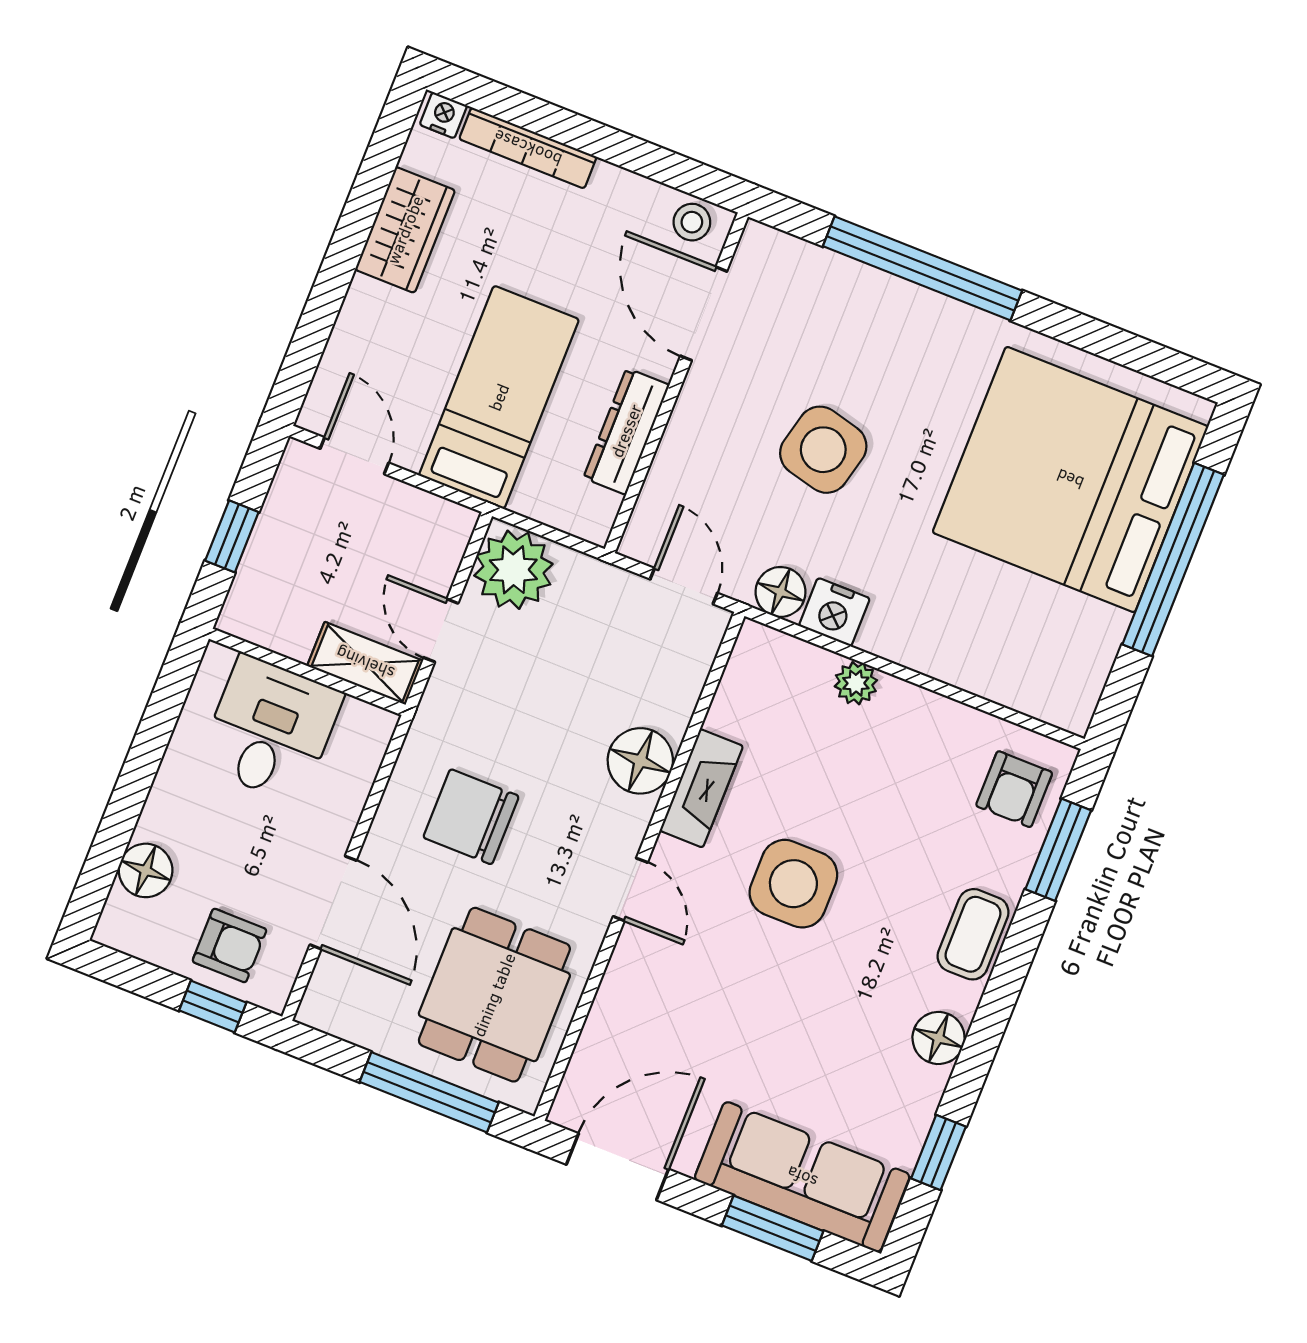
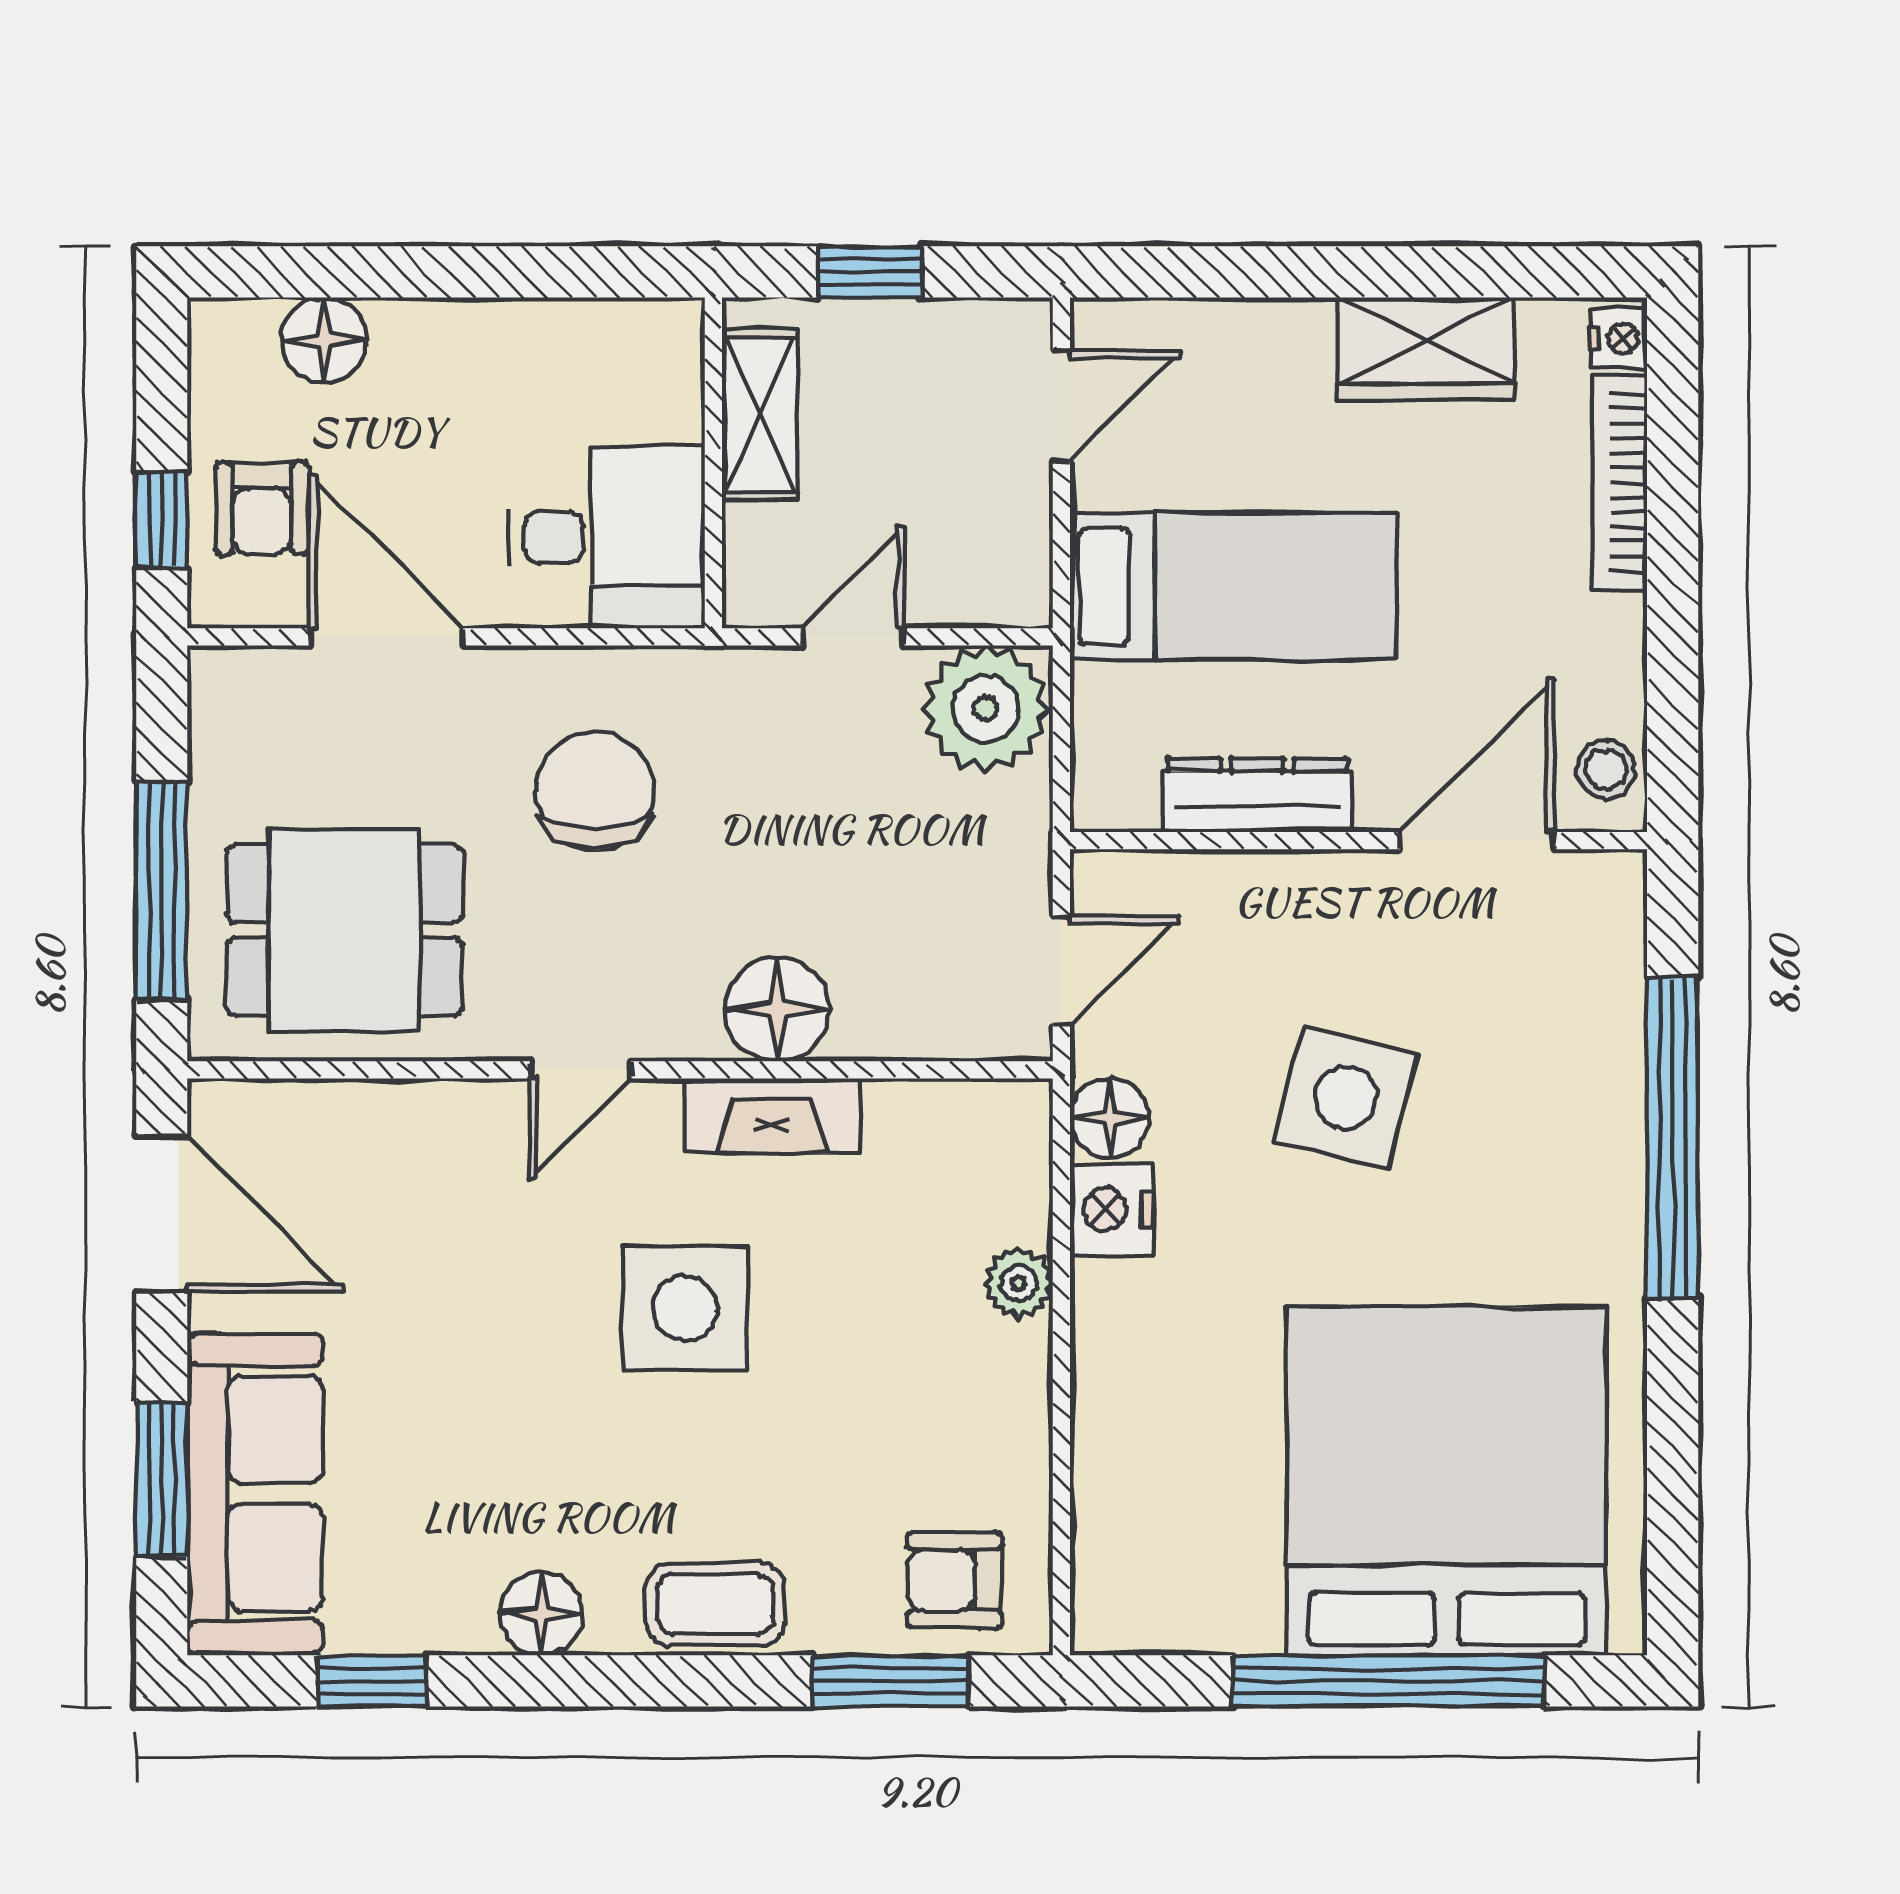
shelving: (365, 663) -> (760, 414), moved
desk: (271, 729) -> (607, 537), moved
door: (333, 903) -> (386, 637), swing flipped

